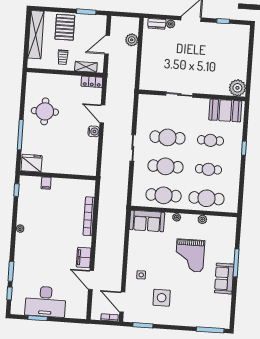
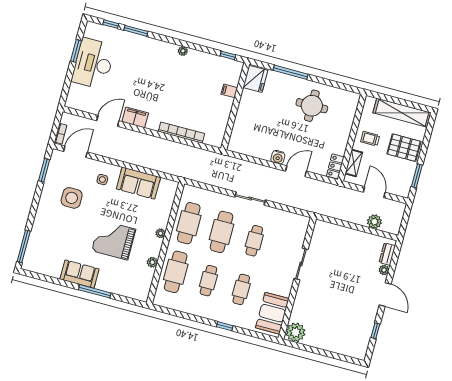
cafe table: (167, 137) -> (254, 241), width x0.73, depth x0.74
sofa: (147, 221) -> (138, 183), moved, turned -90

